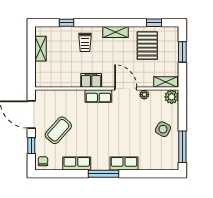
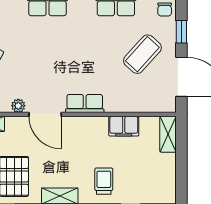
shelving: (41, 49) -> (168, 134), moved
filing cabinet: (91, 80) -> (124, 126), moved

